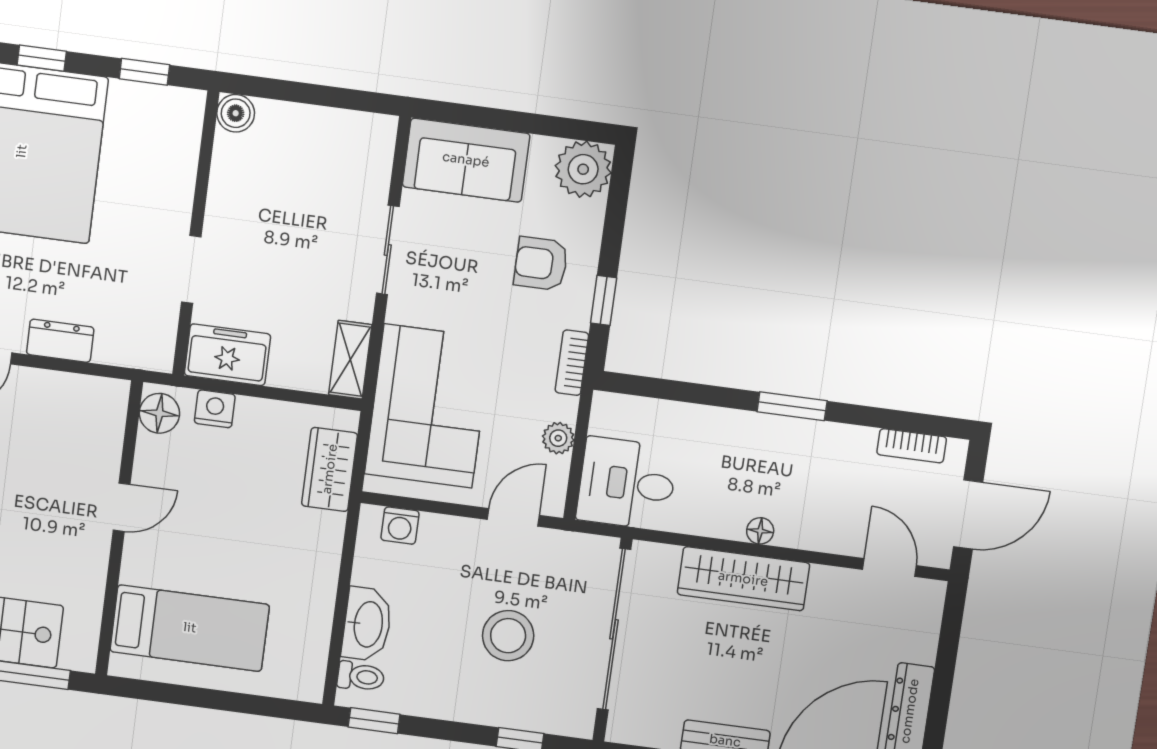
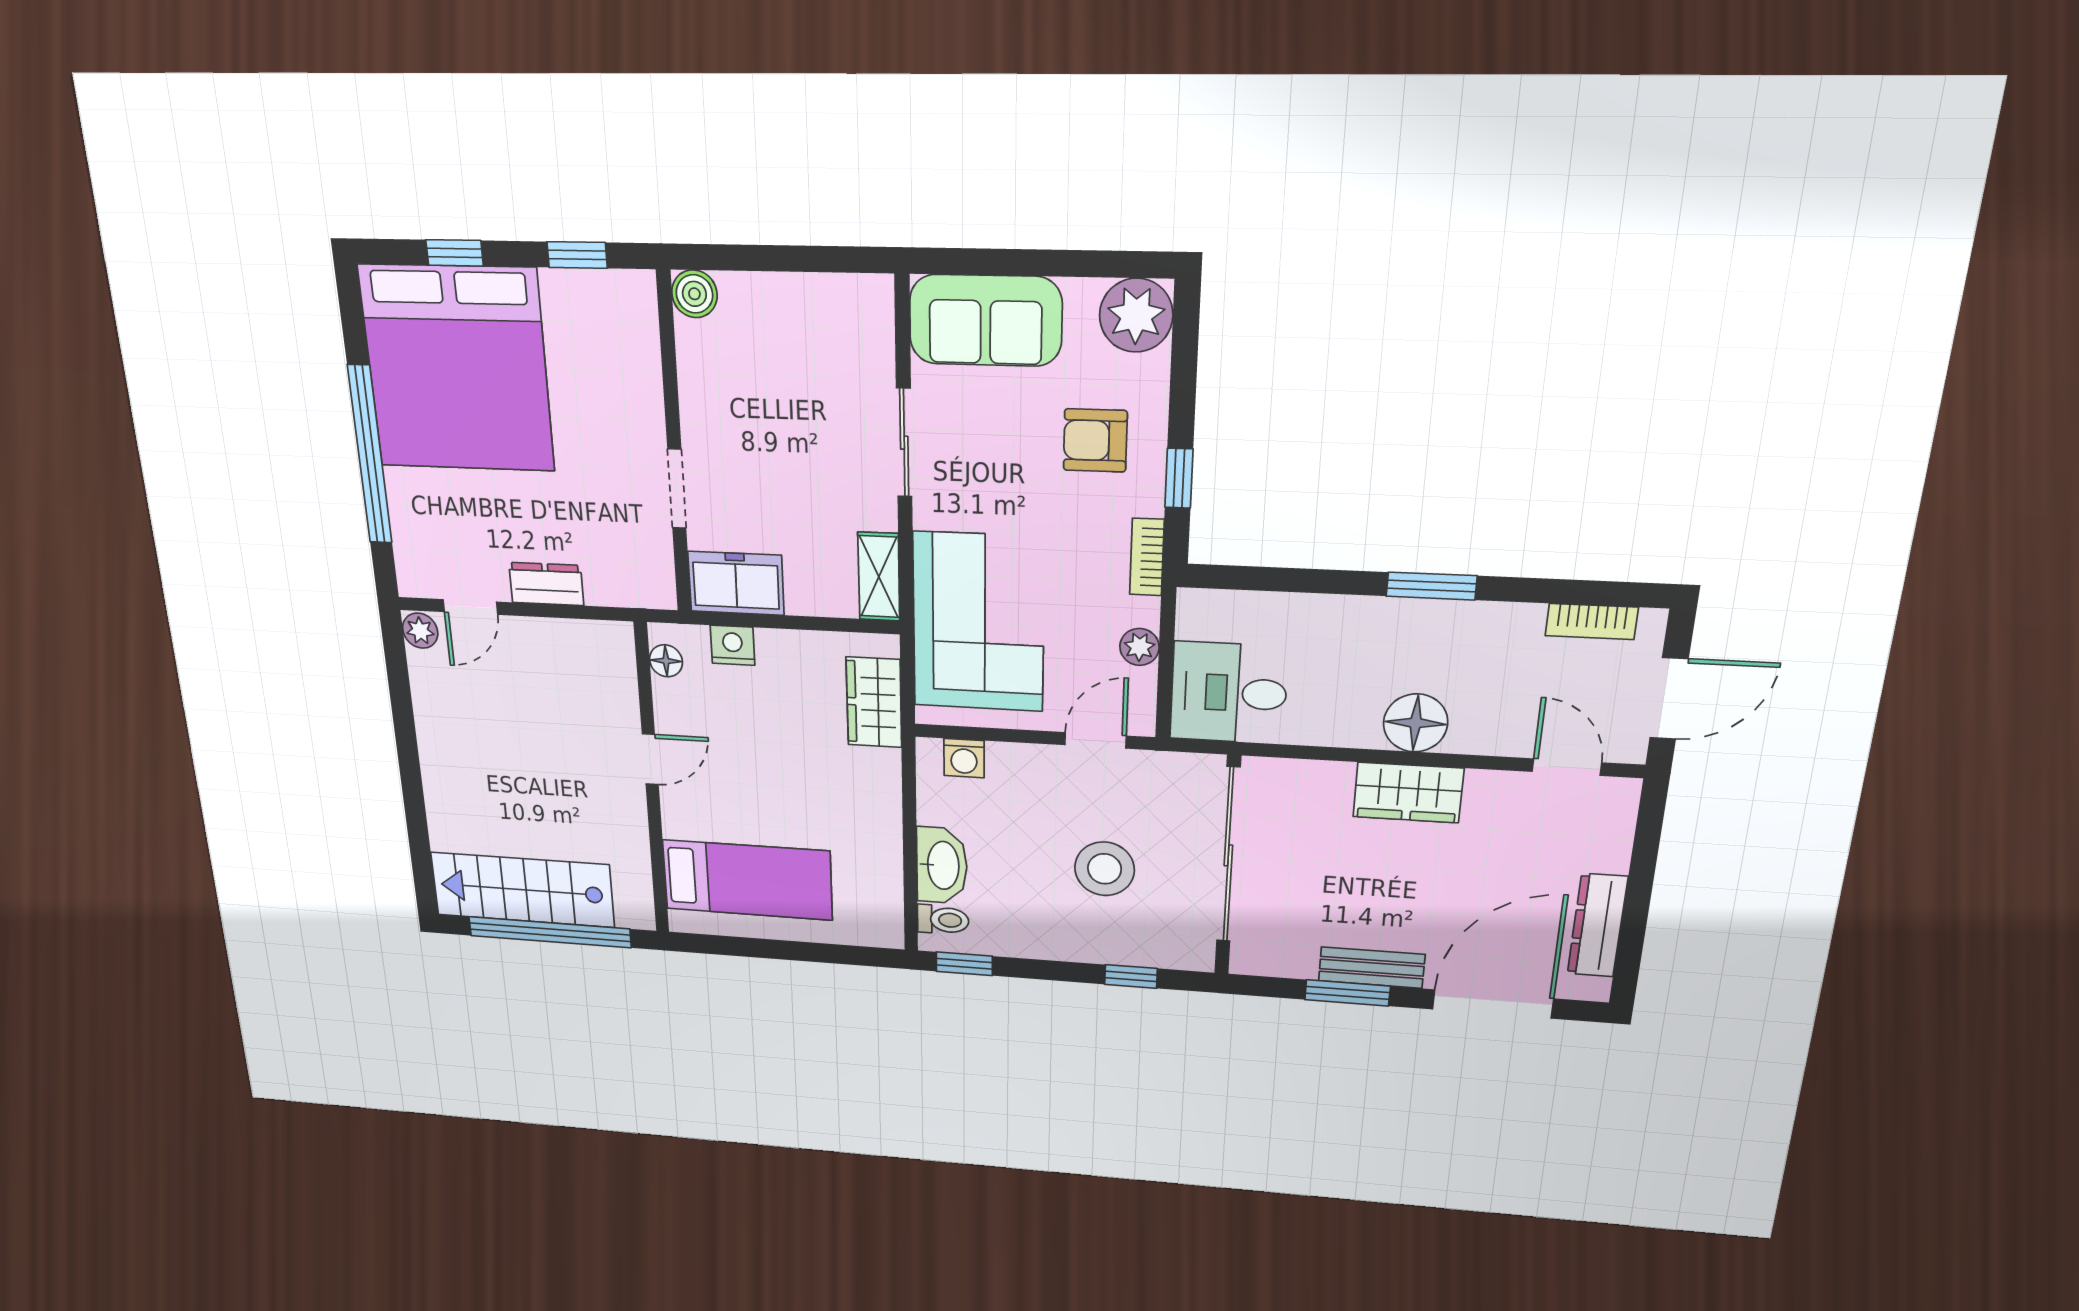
floor lamp: (159, 413) -> (666, 661), width x0.73, depth x0.73
floor lamp: (760, 531) -> (1416, 723), width x1.89, depth x1.89
wardrobe: (743, 579) -> (1408, 793), width x0.67

